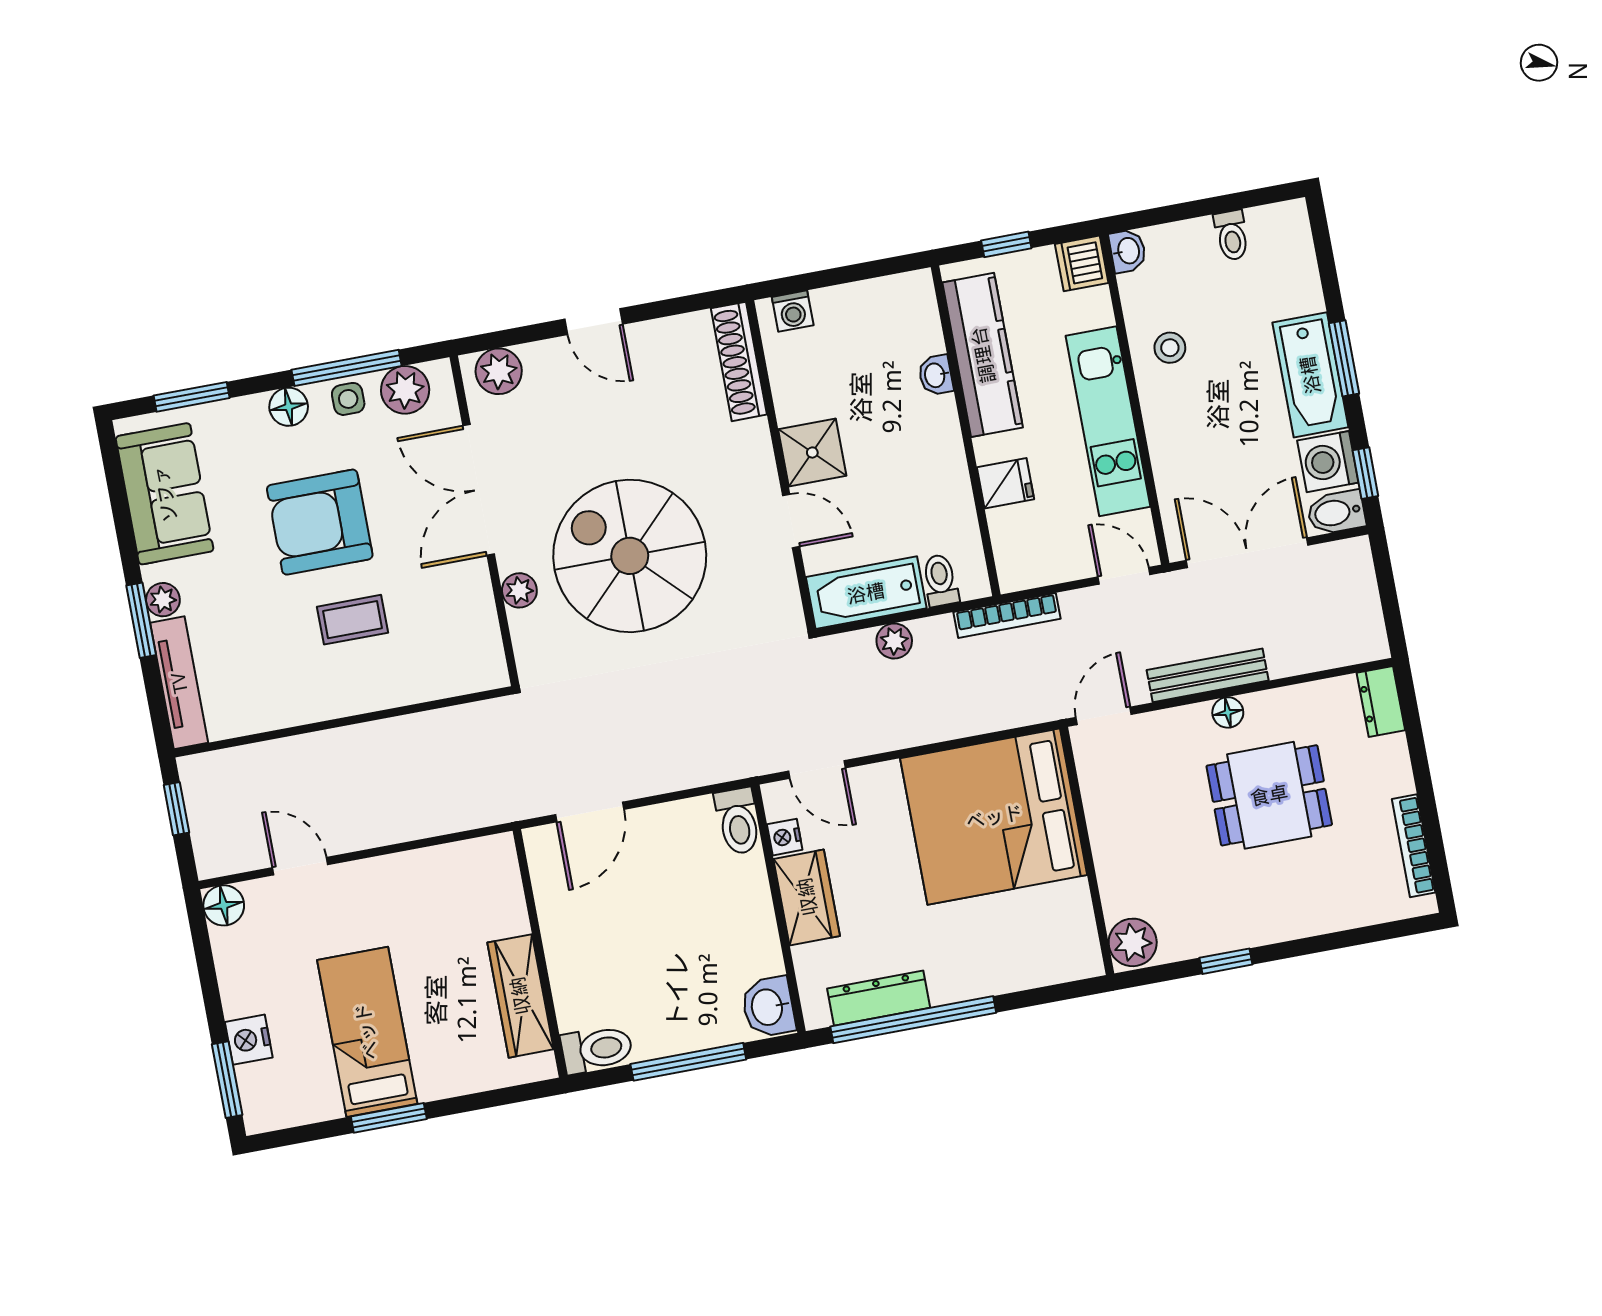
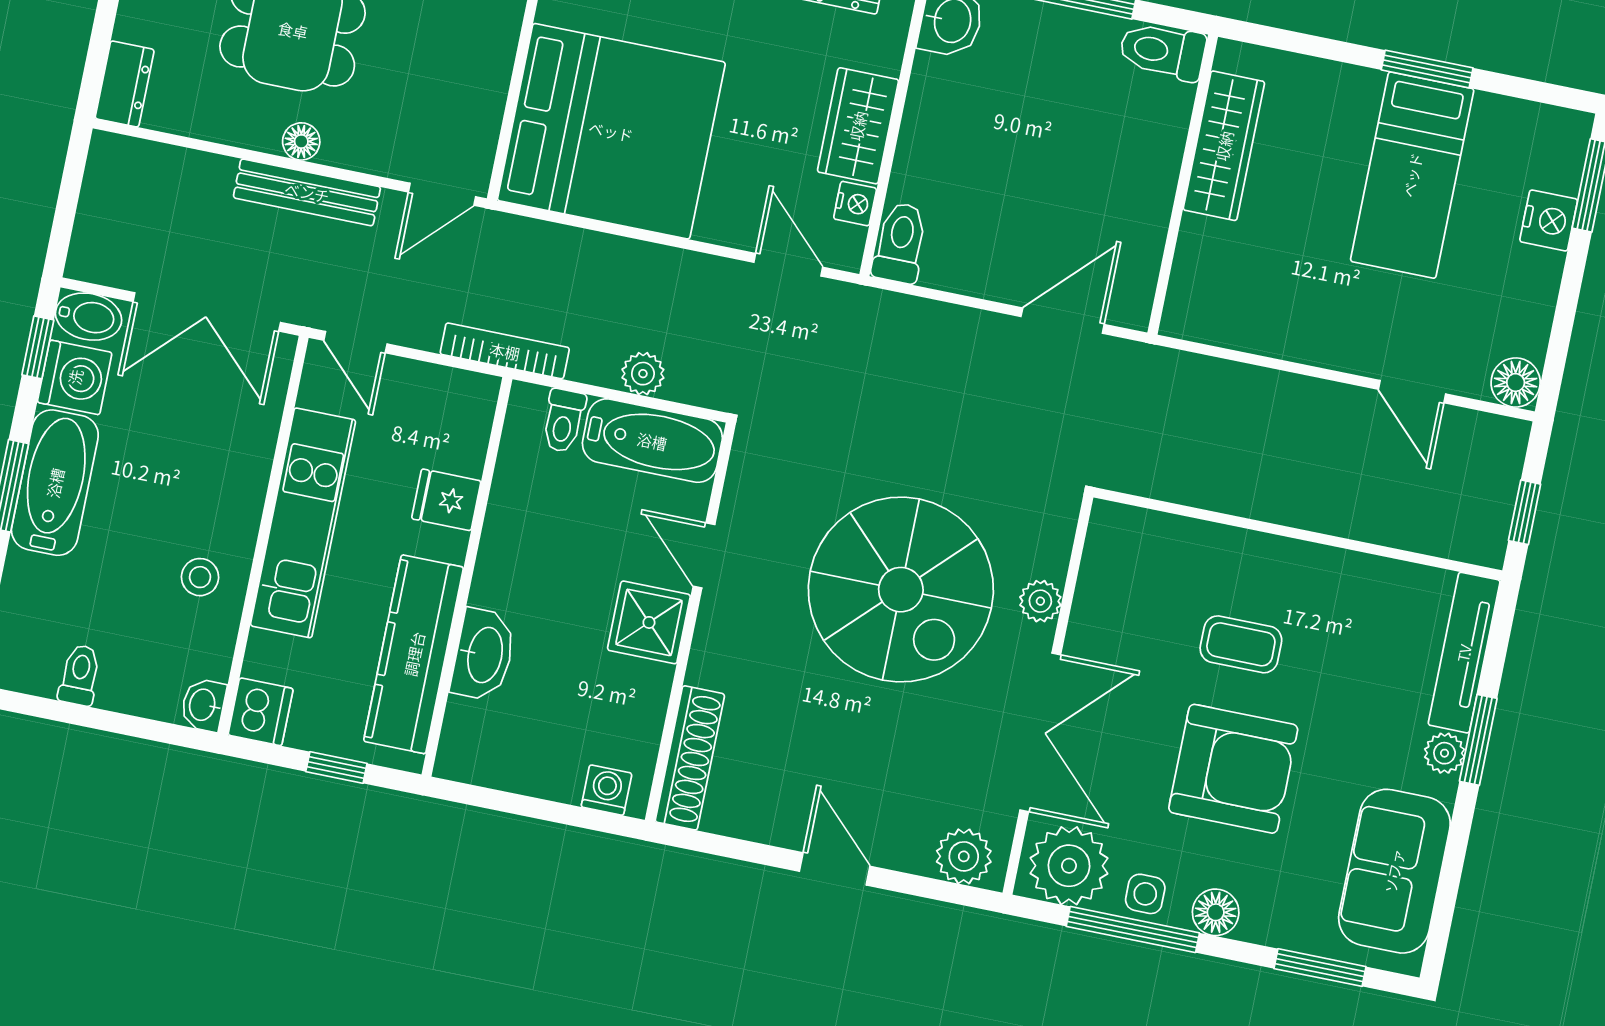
washbasin: (936, 375) -> (484, 655), width x1.91, depth x1.45
plant: (405, 390) -> (1069, 866), width x1.36, depth x1.36

